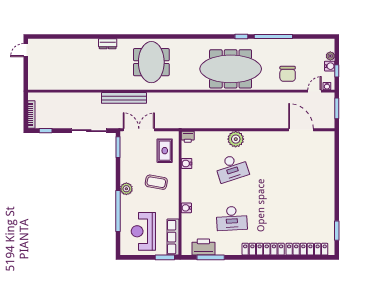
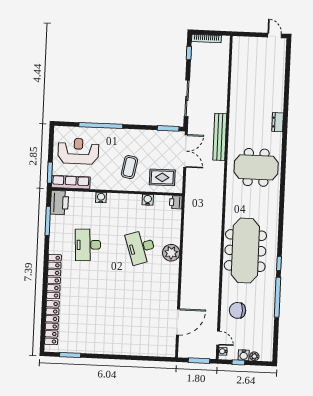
plant: (126, 189) -> (124, 135), removed
printer: (203, 247) -> (59, 203), moved

